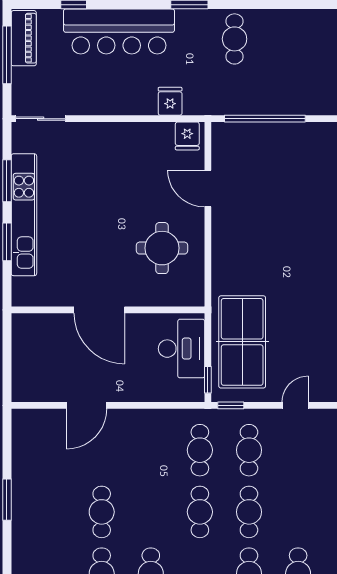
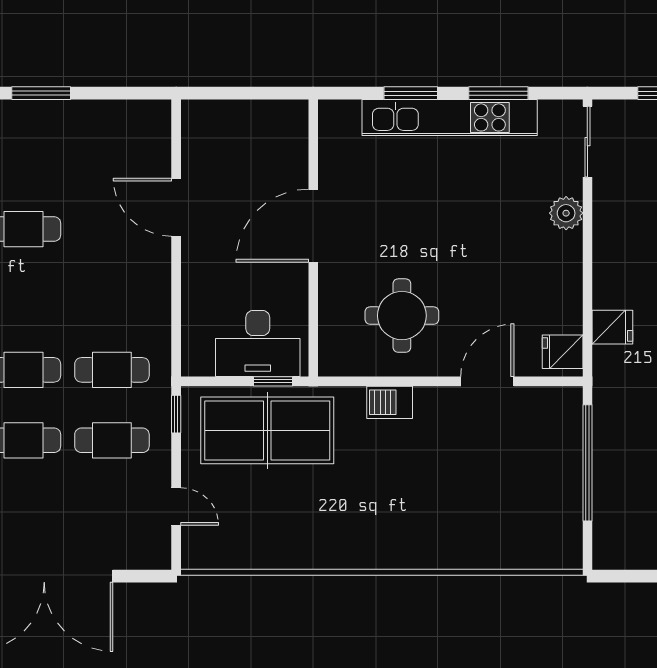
plant: (91, 134) -> (566, 213), added
barbecue: (222, 257) -> (390, 402), added
window: (208, 380) -> (273, 381), moved

